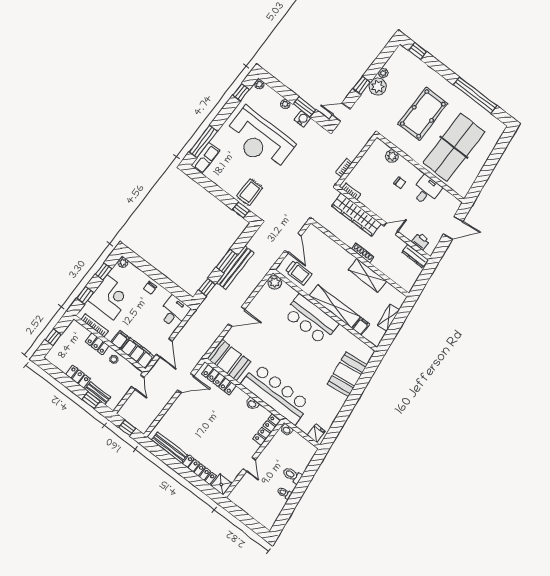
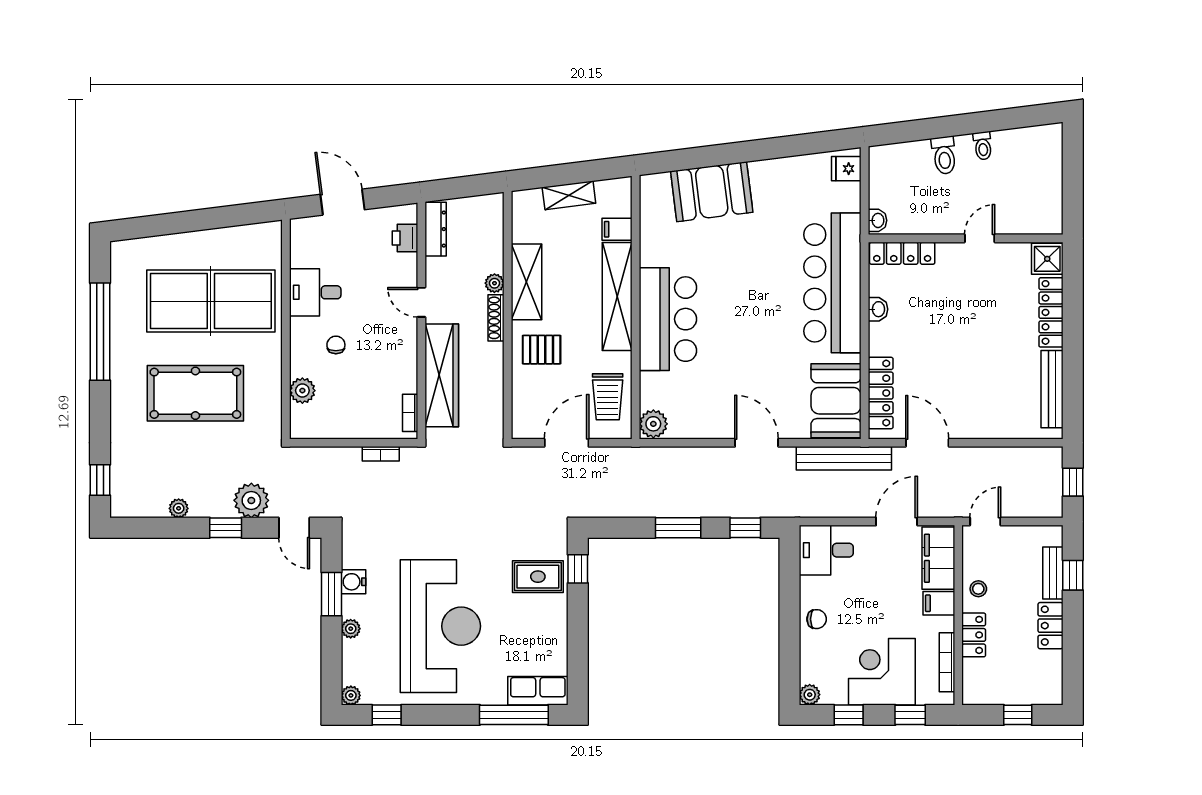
plant: (378, 87) -> (251, 500), moved
pallet: (337, 261) -> (542, 350), added
plant: (376, 263) -> (494, 283), added
bench: (235, 268) -> (844, 458), moved
trolley: (299, 273) -> (608, 397), turned 180

